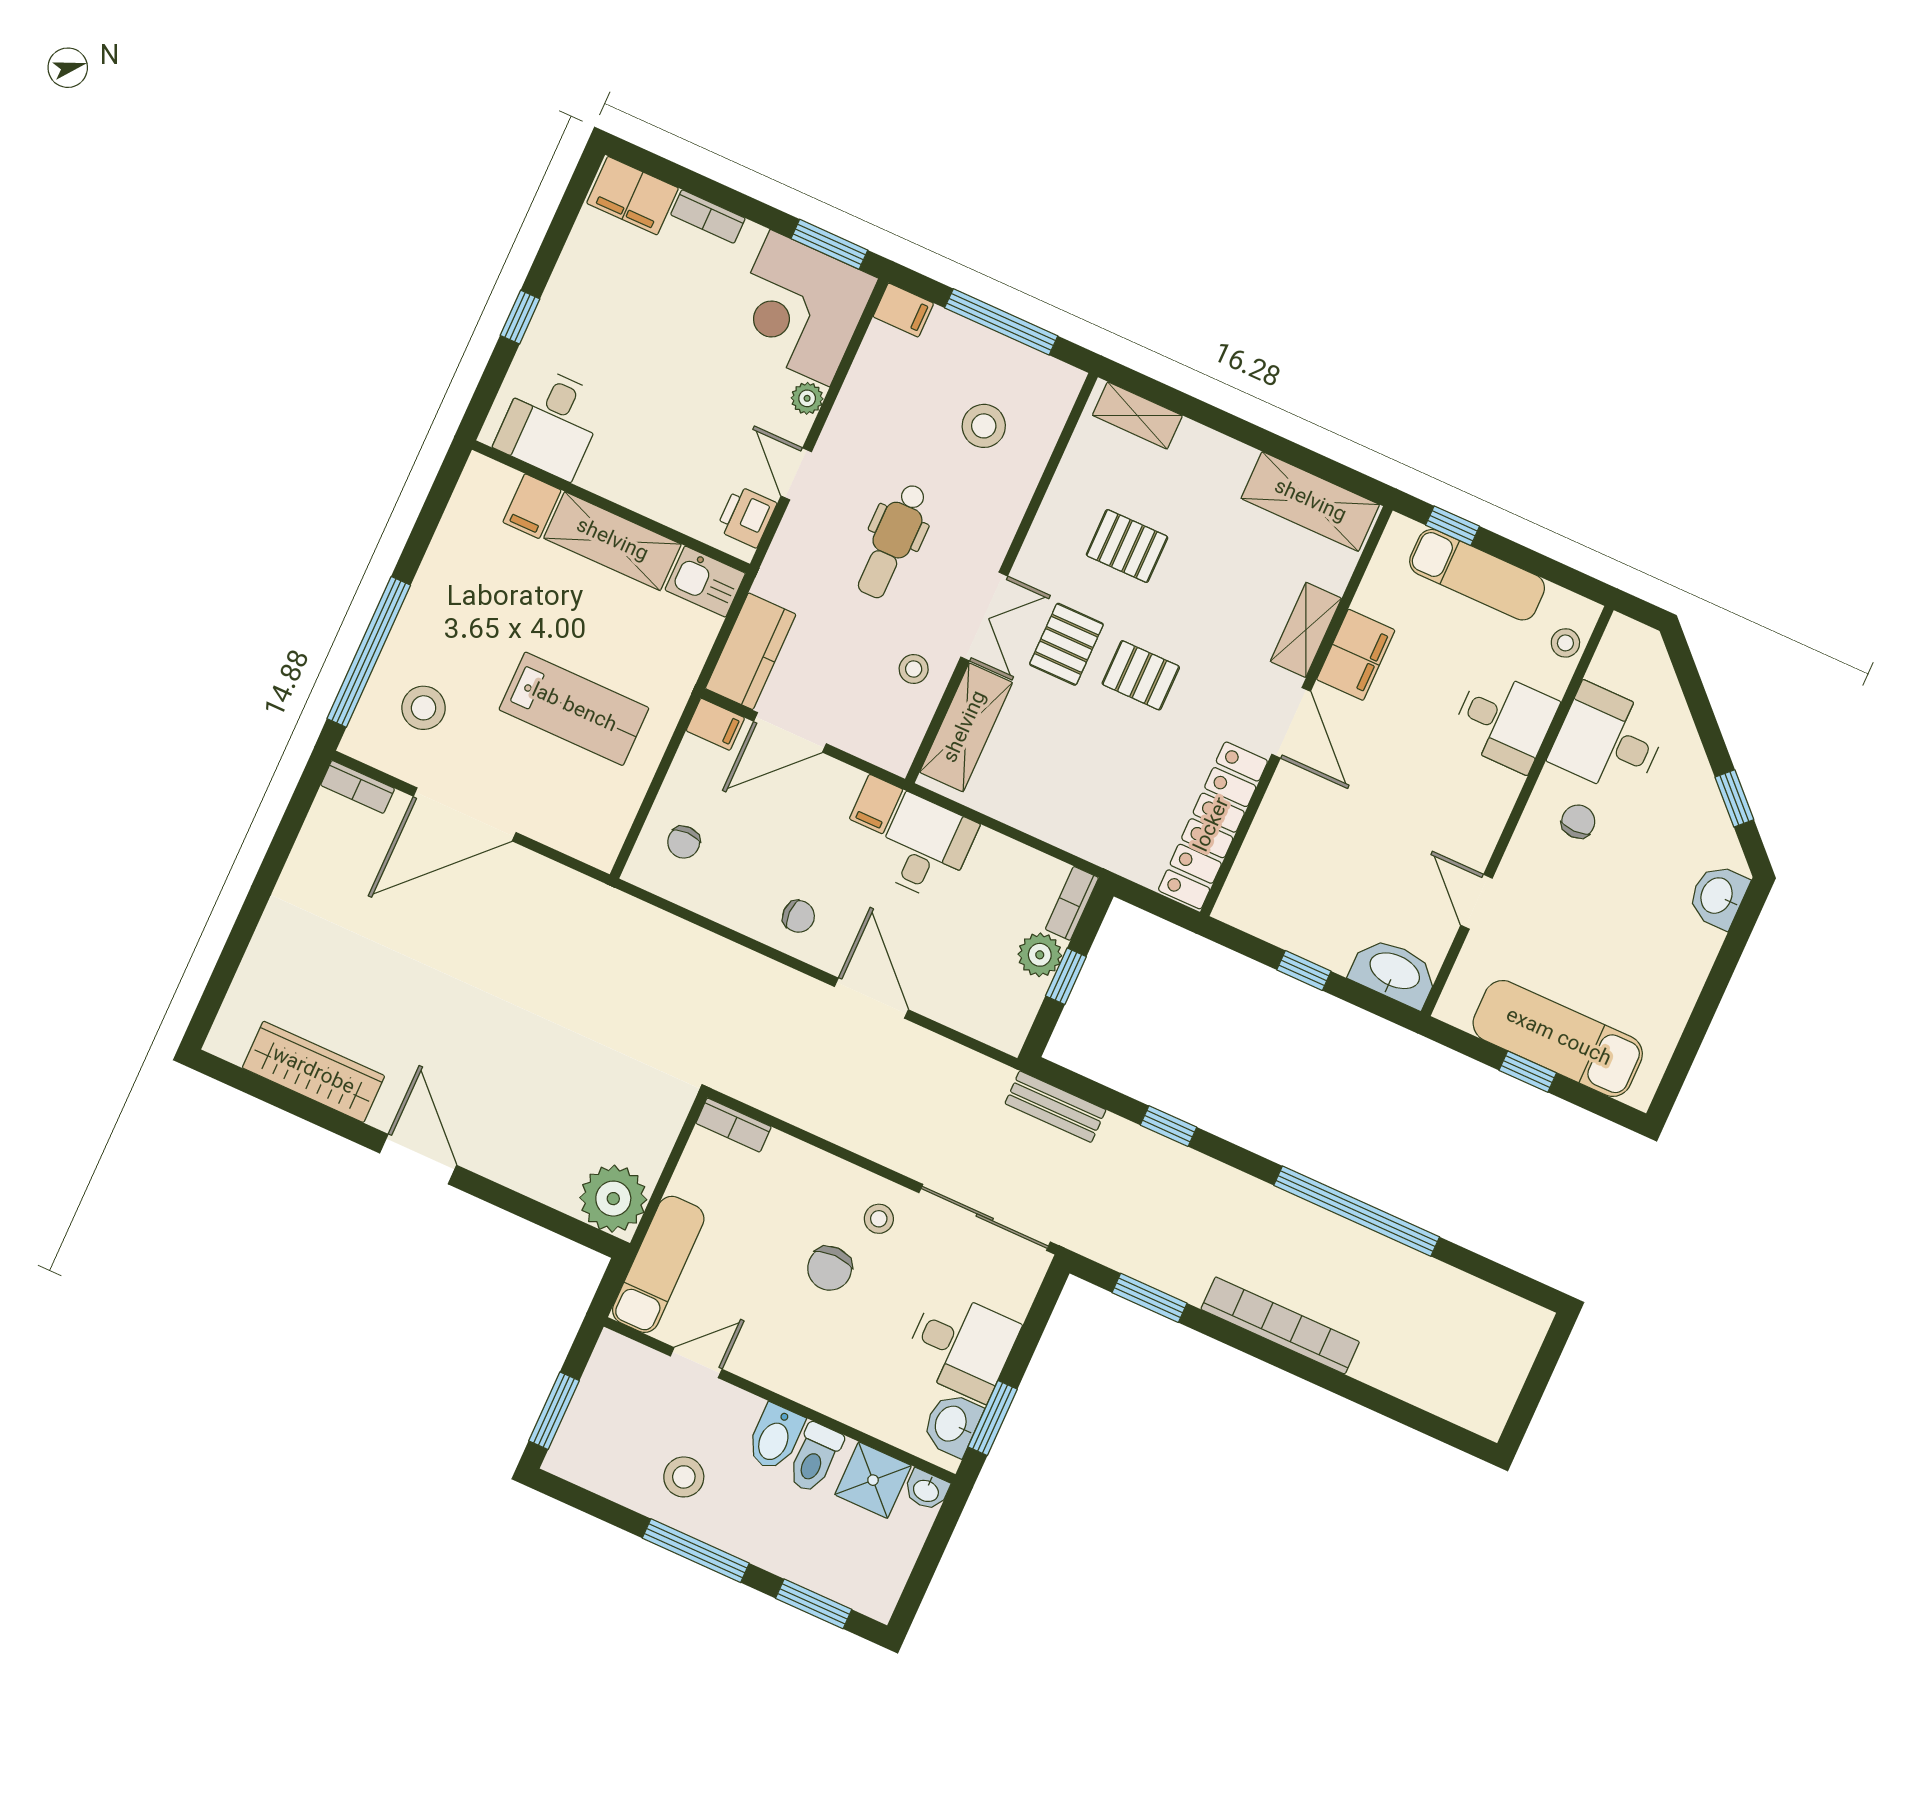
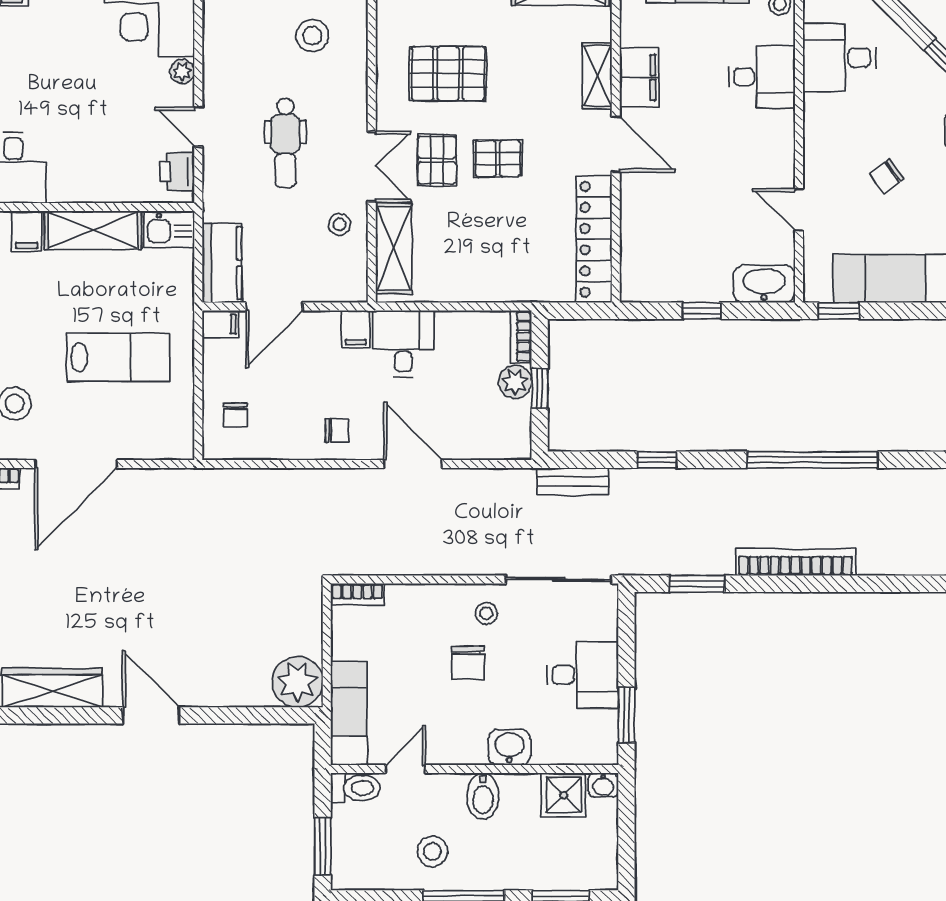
pallet: (1127, 546) -> (448, 74), width x1.50, depth x1.42
chair: (1578, 822) -> (887, 176), moved, turned -126
window: (1528, 1072) -> (839, 311), moved
washbasin: (952, 1424) -> (509, 747), moved, turned 90
toilet: (815, 1458) -> (355, 788), moved, turned -90

